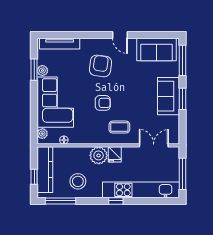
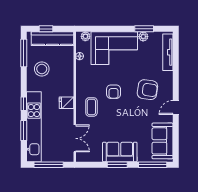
plant: (99, 155) -> (65, 88), removed
window: (145, 201) -> (24, 130), added

